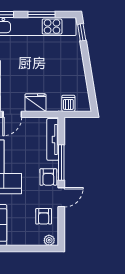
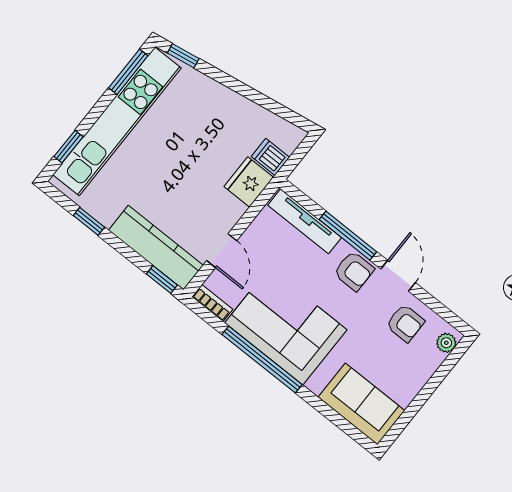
window: (41, 15) -> (128, 72), moved
fridge: (35, 103) -> (249, 182), moved

